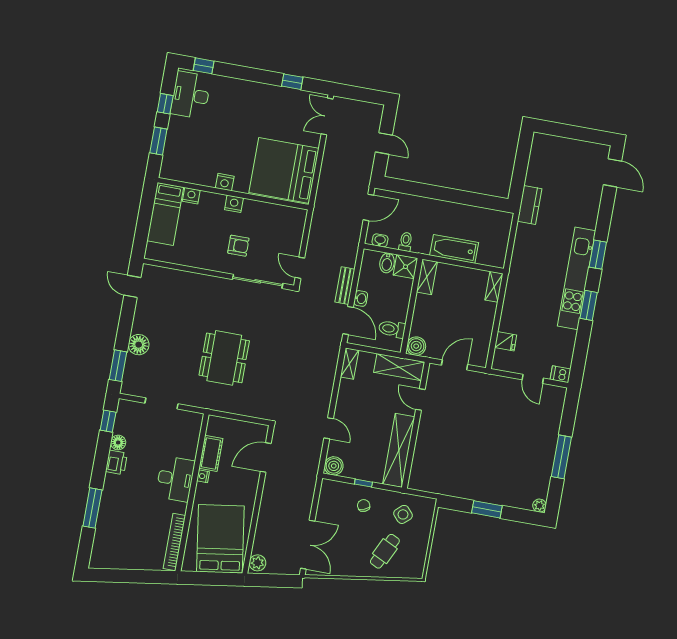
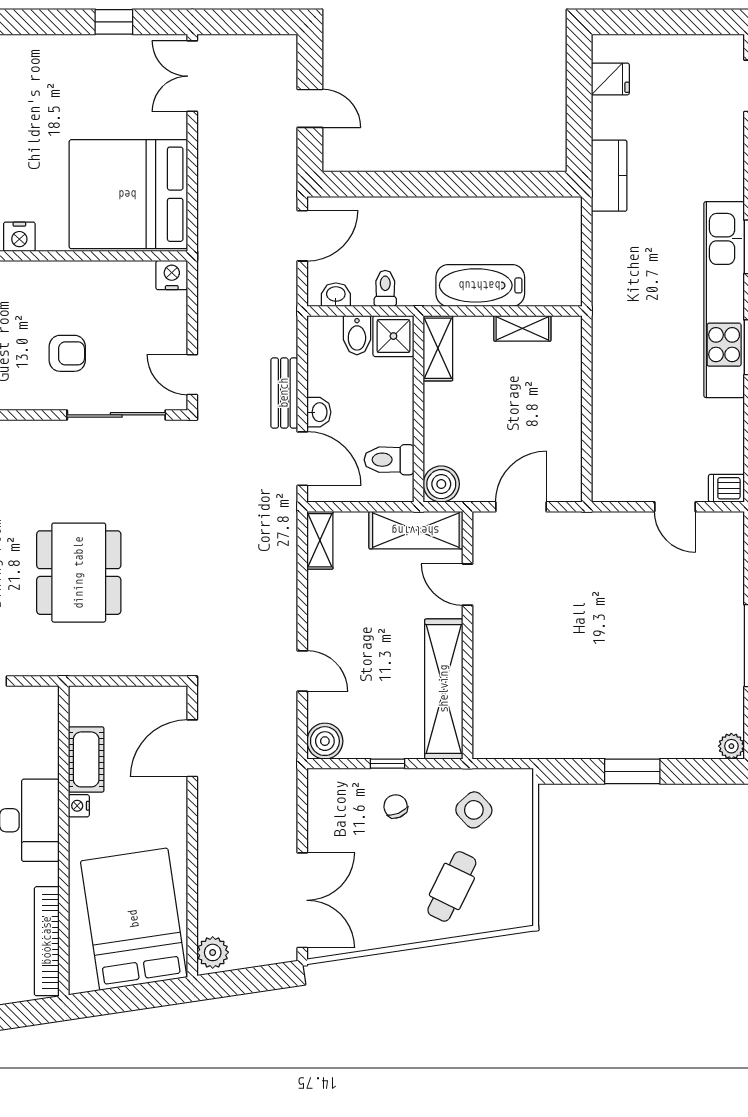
nightstand: (234, 204) -> (172, 275), moved
shelving: (494, 287) -> (522, 328), moved, turned 90
fridge: (506, 341) -> (610, 79), moved

